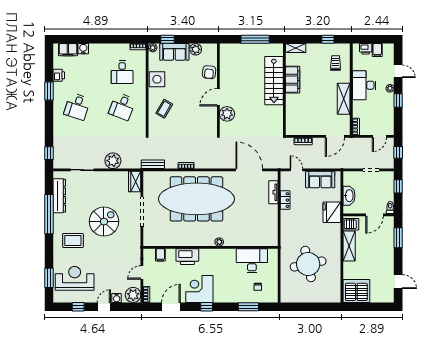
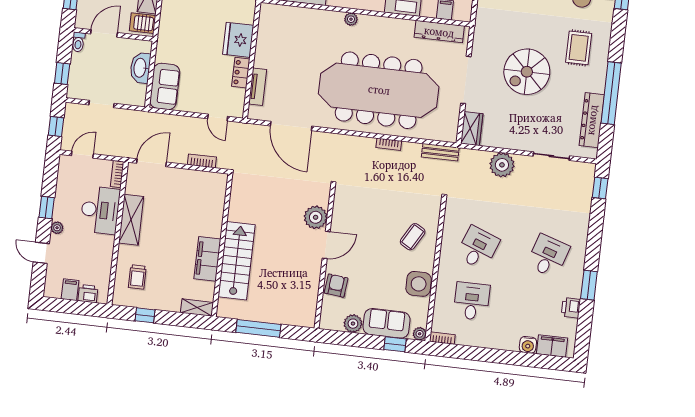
desk: (364, 85) -> (100, 210), moved
sofa: (320, 180) -> (165, 86), moved, turned 90
fridge: (332, 212) -> (238, 40), moved, turned 180
rug: (73, 240) -> (579, 48), turned 90
dresser: (162, 241) -> (439, 32), added

